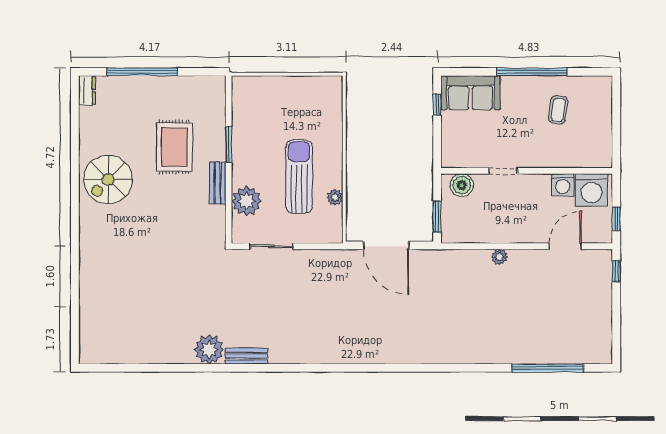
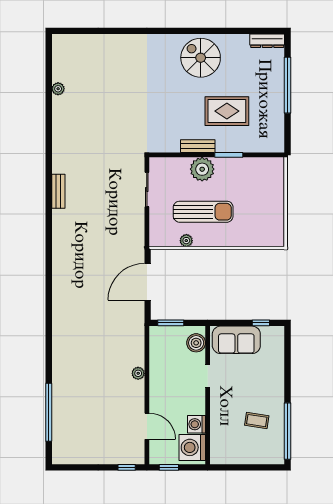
window: (532, 72) -> (288, 431), moved
dresser: (87, 91) -> (267, 41), width x1.44
sofa: (471, 93) -> (236, 340), moved, turned -90
plant: (246, 201) -> (202, 169), moved
plant: (209, 349) -> (58, 89), moved, width x0.53, depth x0.53
bench: (246, 356) -> (58, 191), moved

